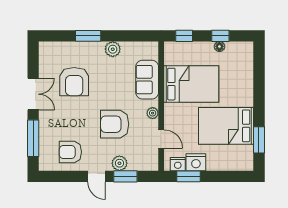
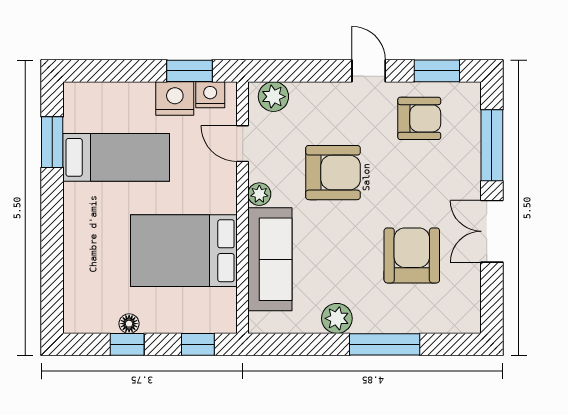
window: (88, 36) -> (385, 344), width x1.44
sofa: (147, 80) -> (270, 259), width x1.36
bed: (226, 126) -> (116, 157), width x0.67
plant: (119, 163) -> (273, 97), moved
window: (125, 176) -> (437, 71), moved

